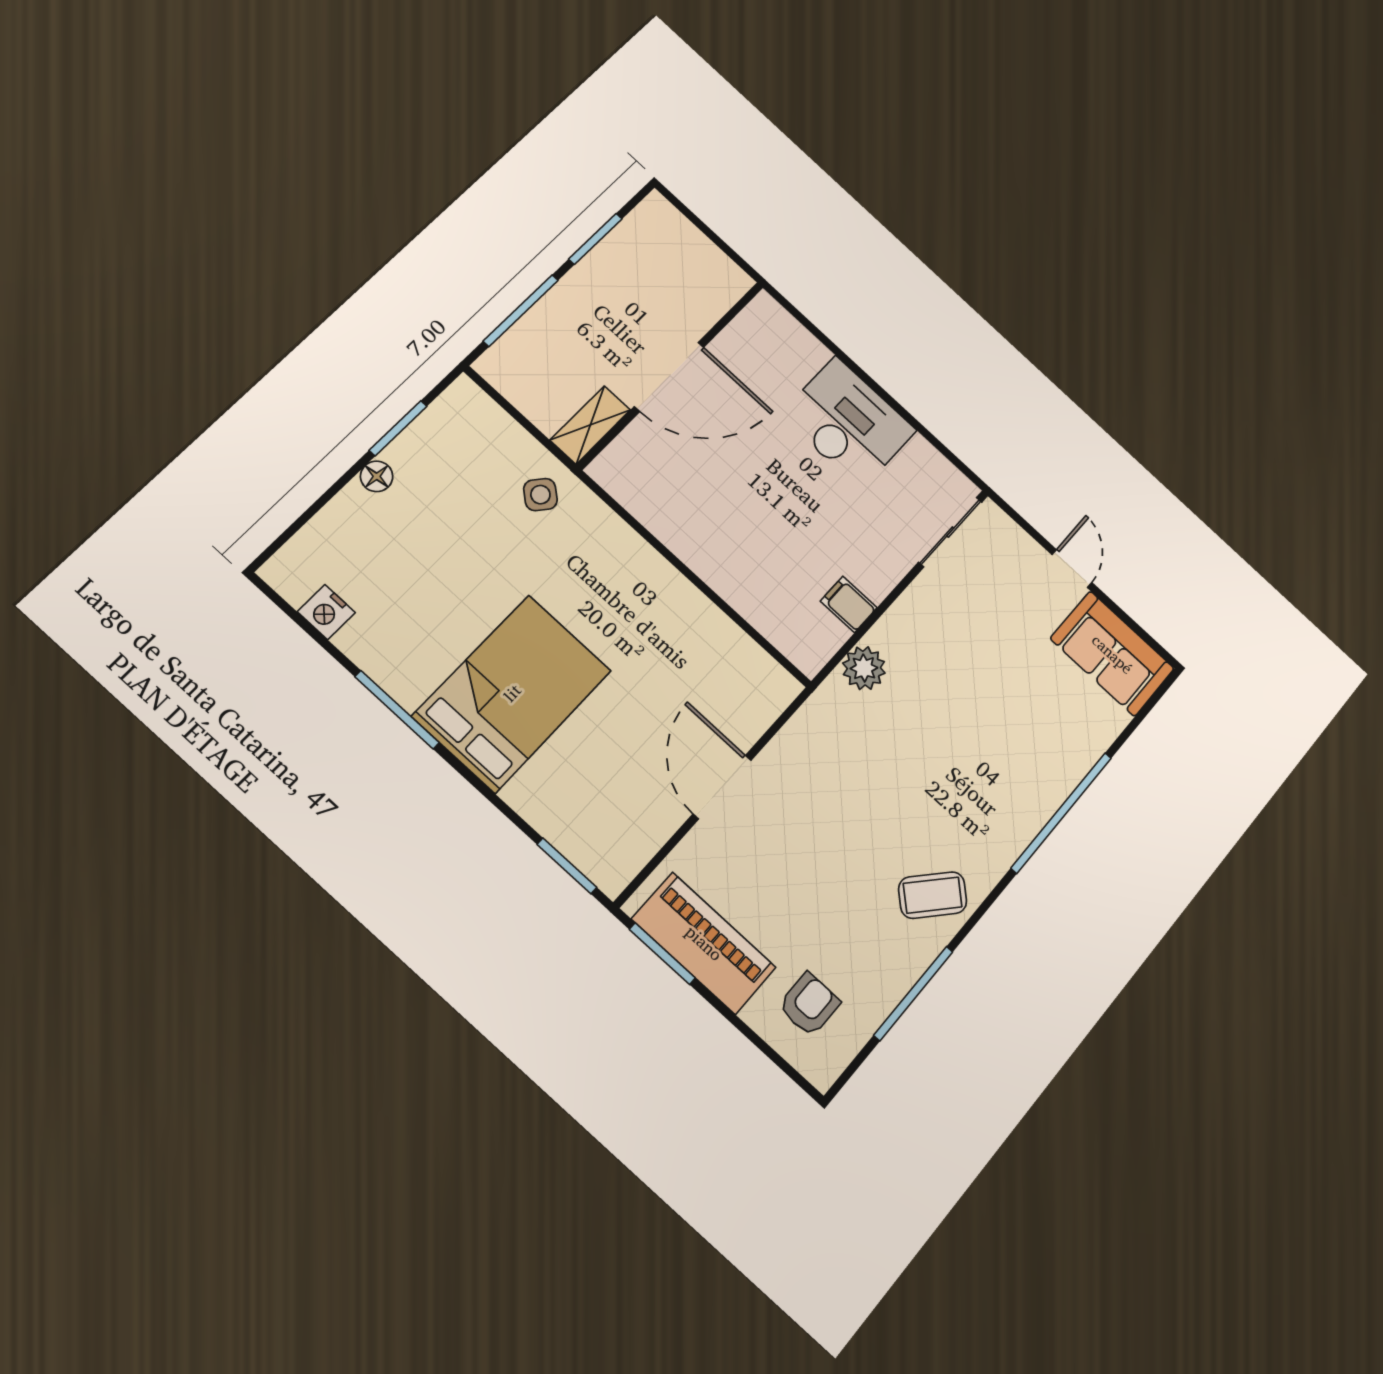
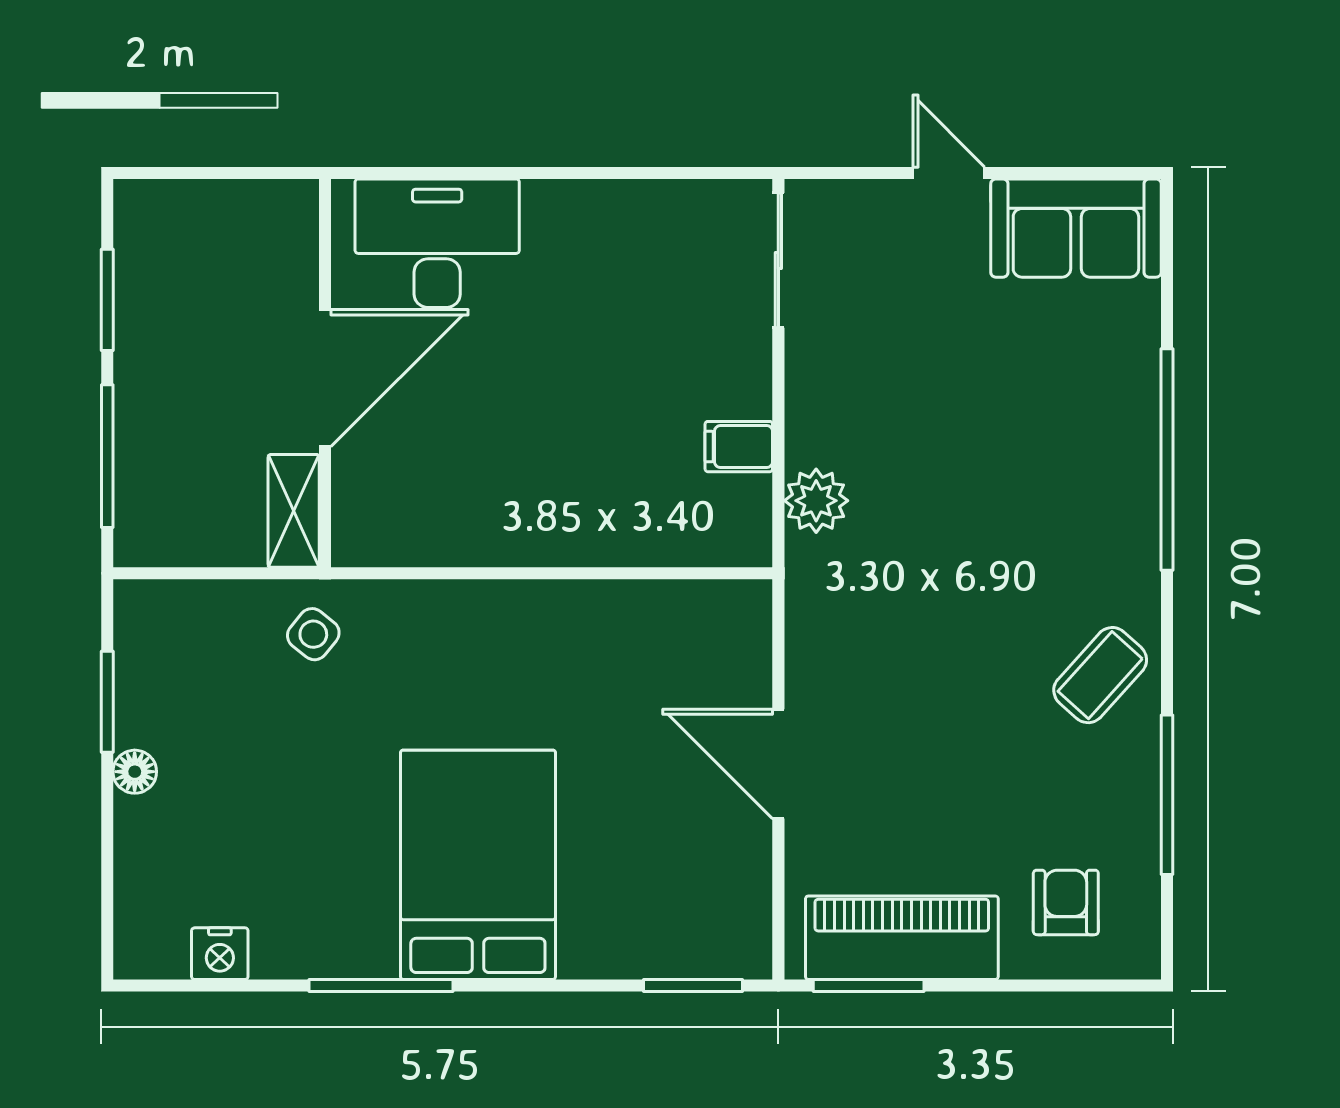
desk: (848, 423) -> (437, 243), moved

